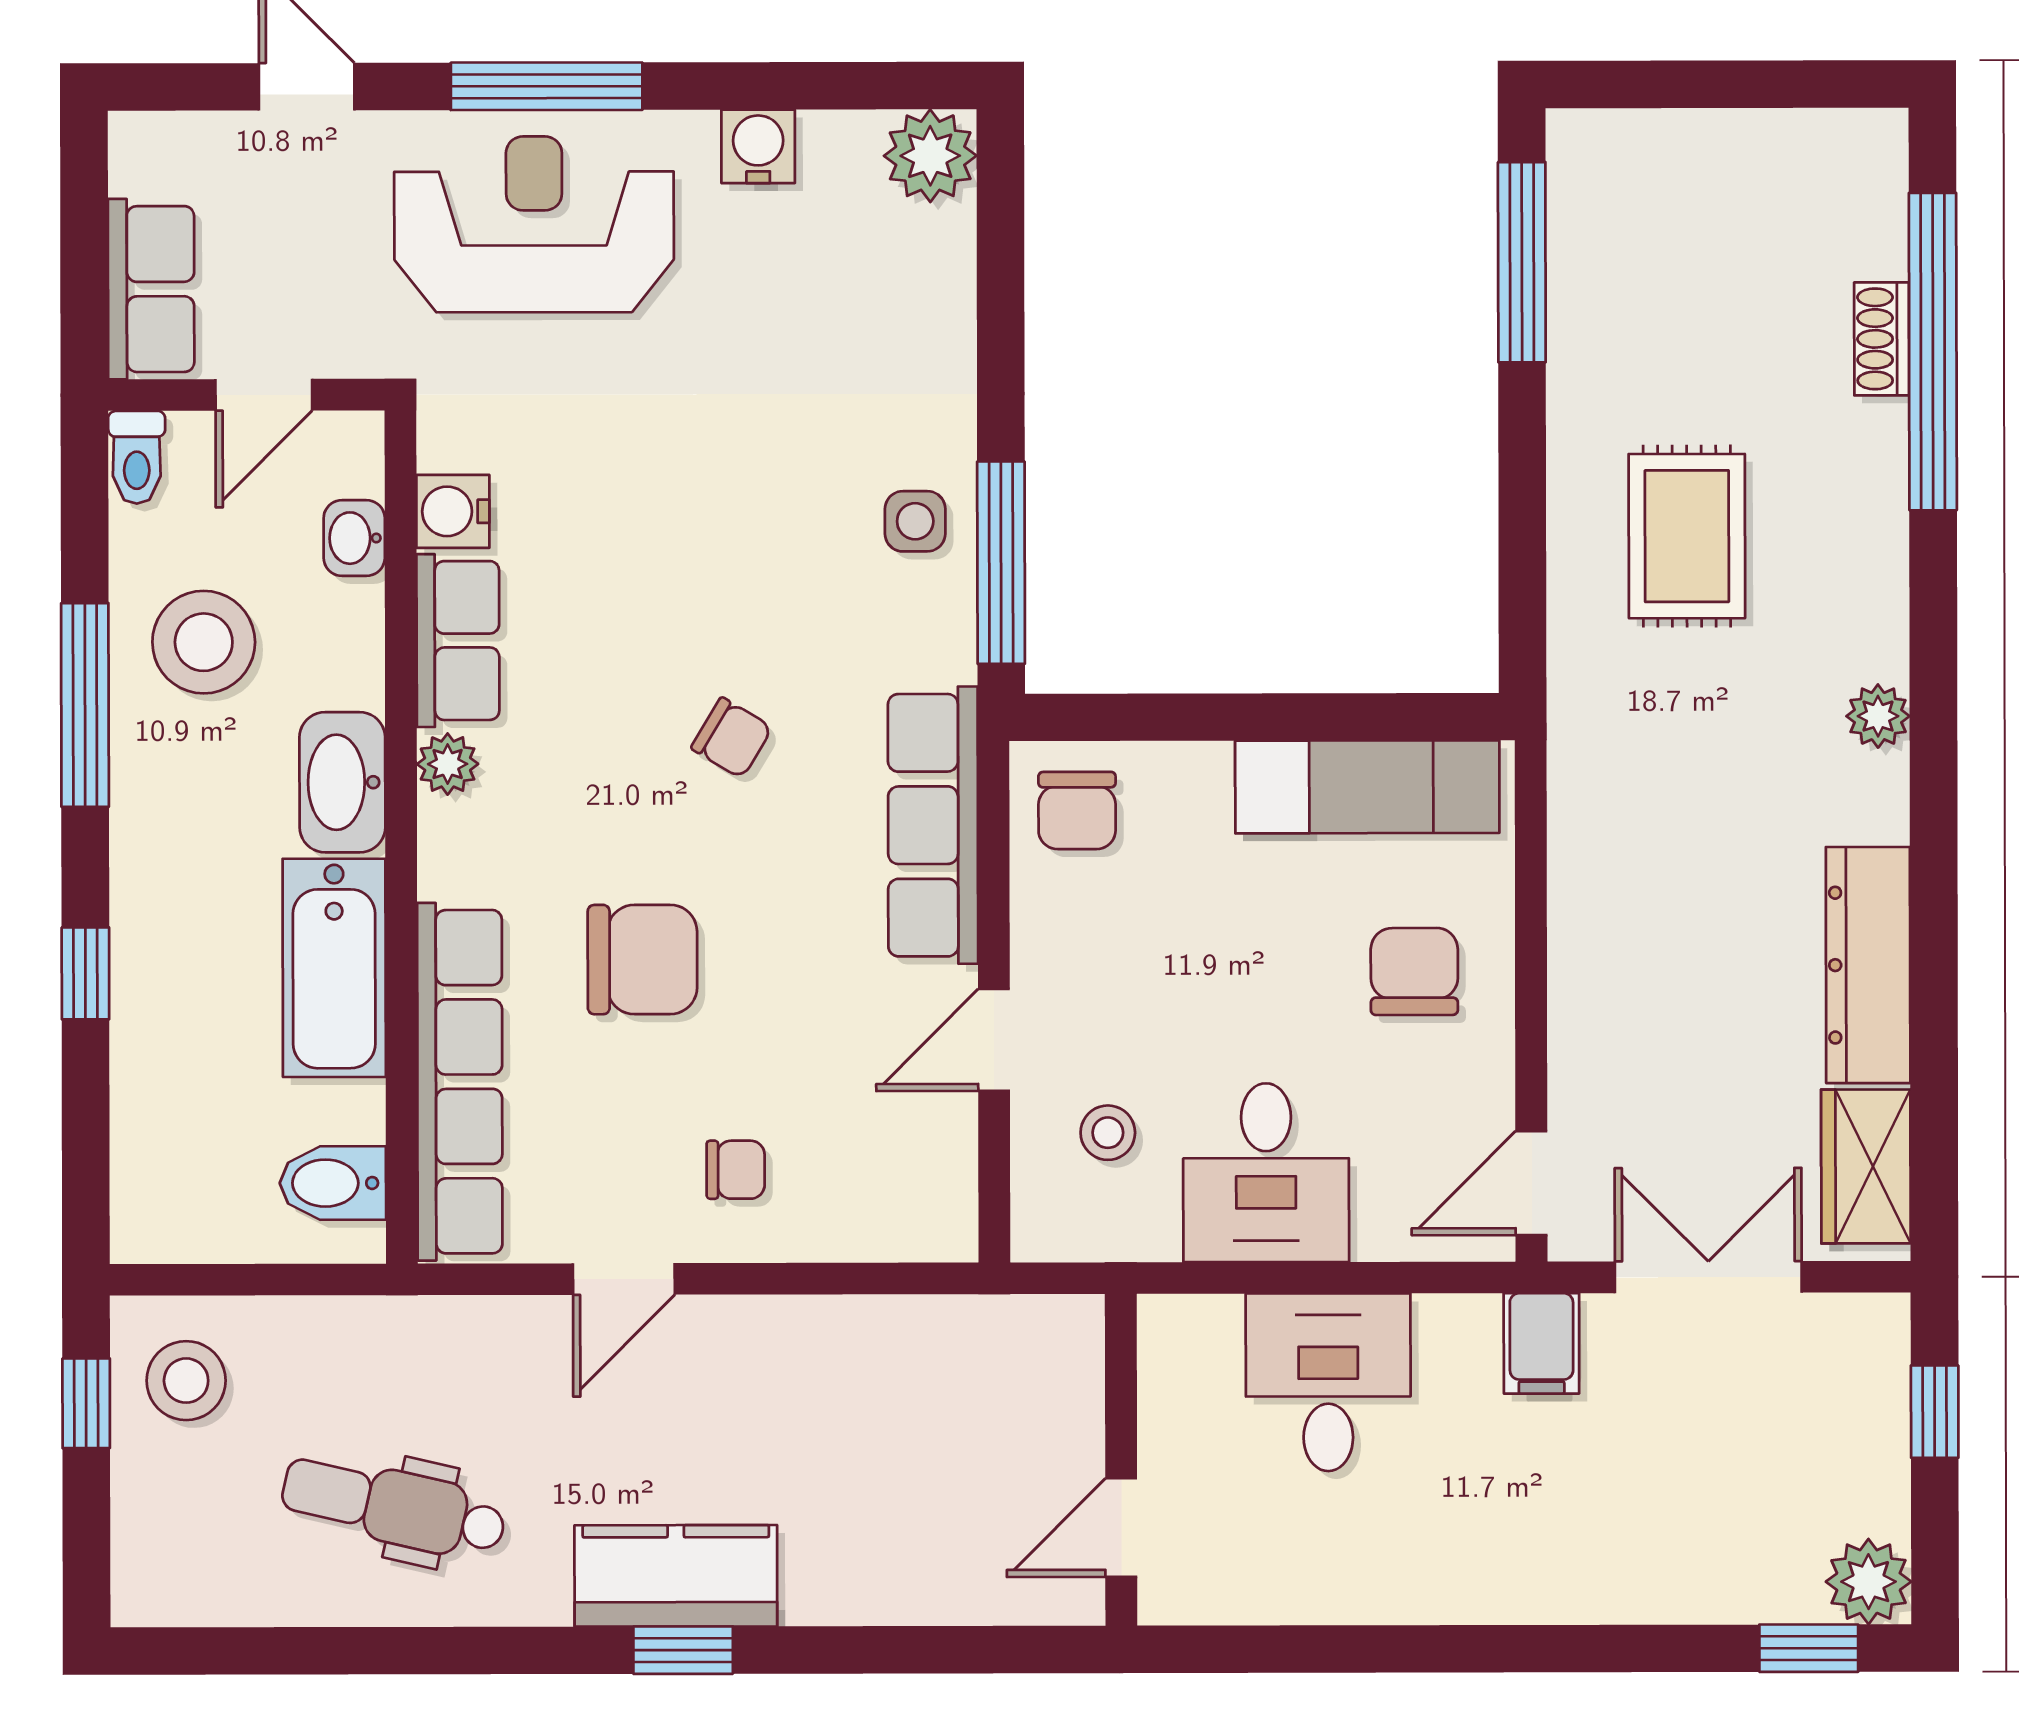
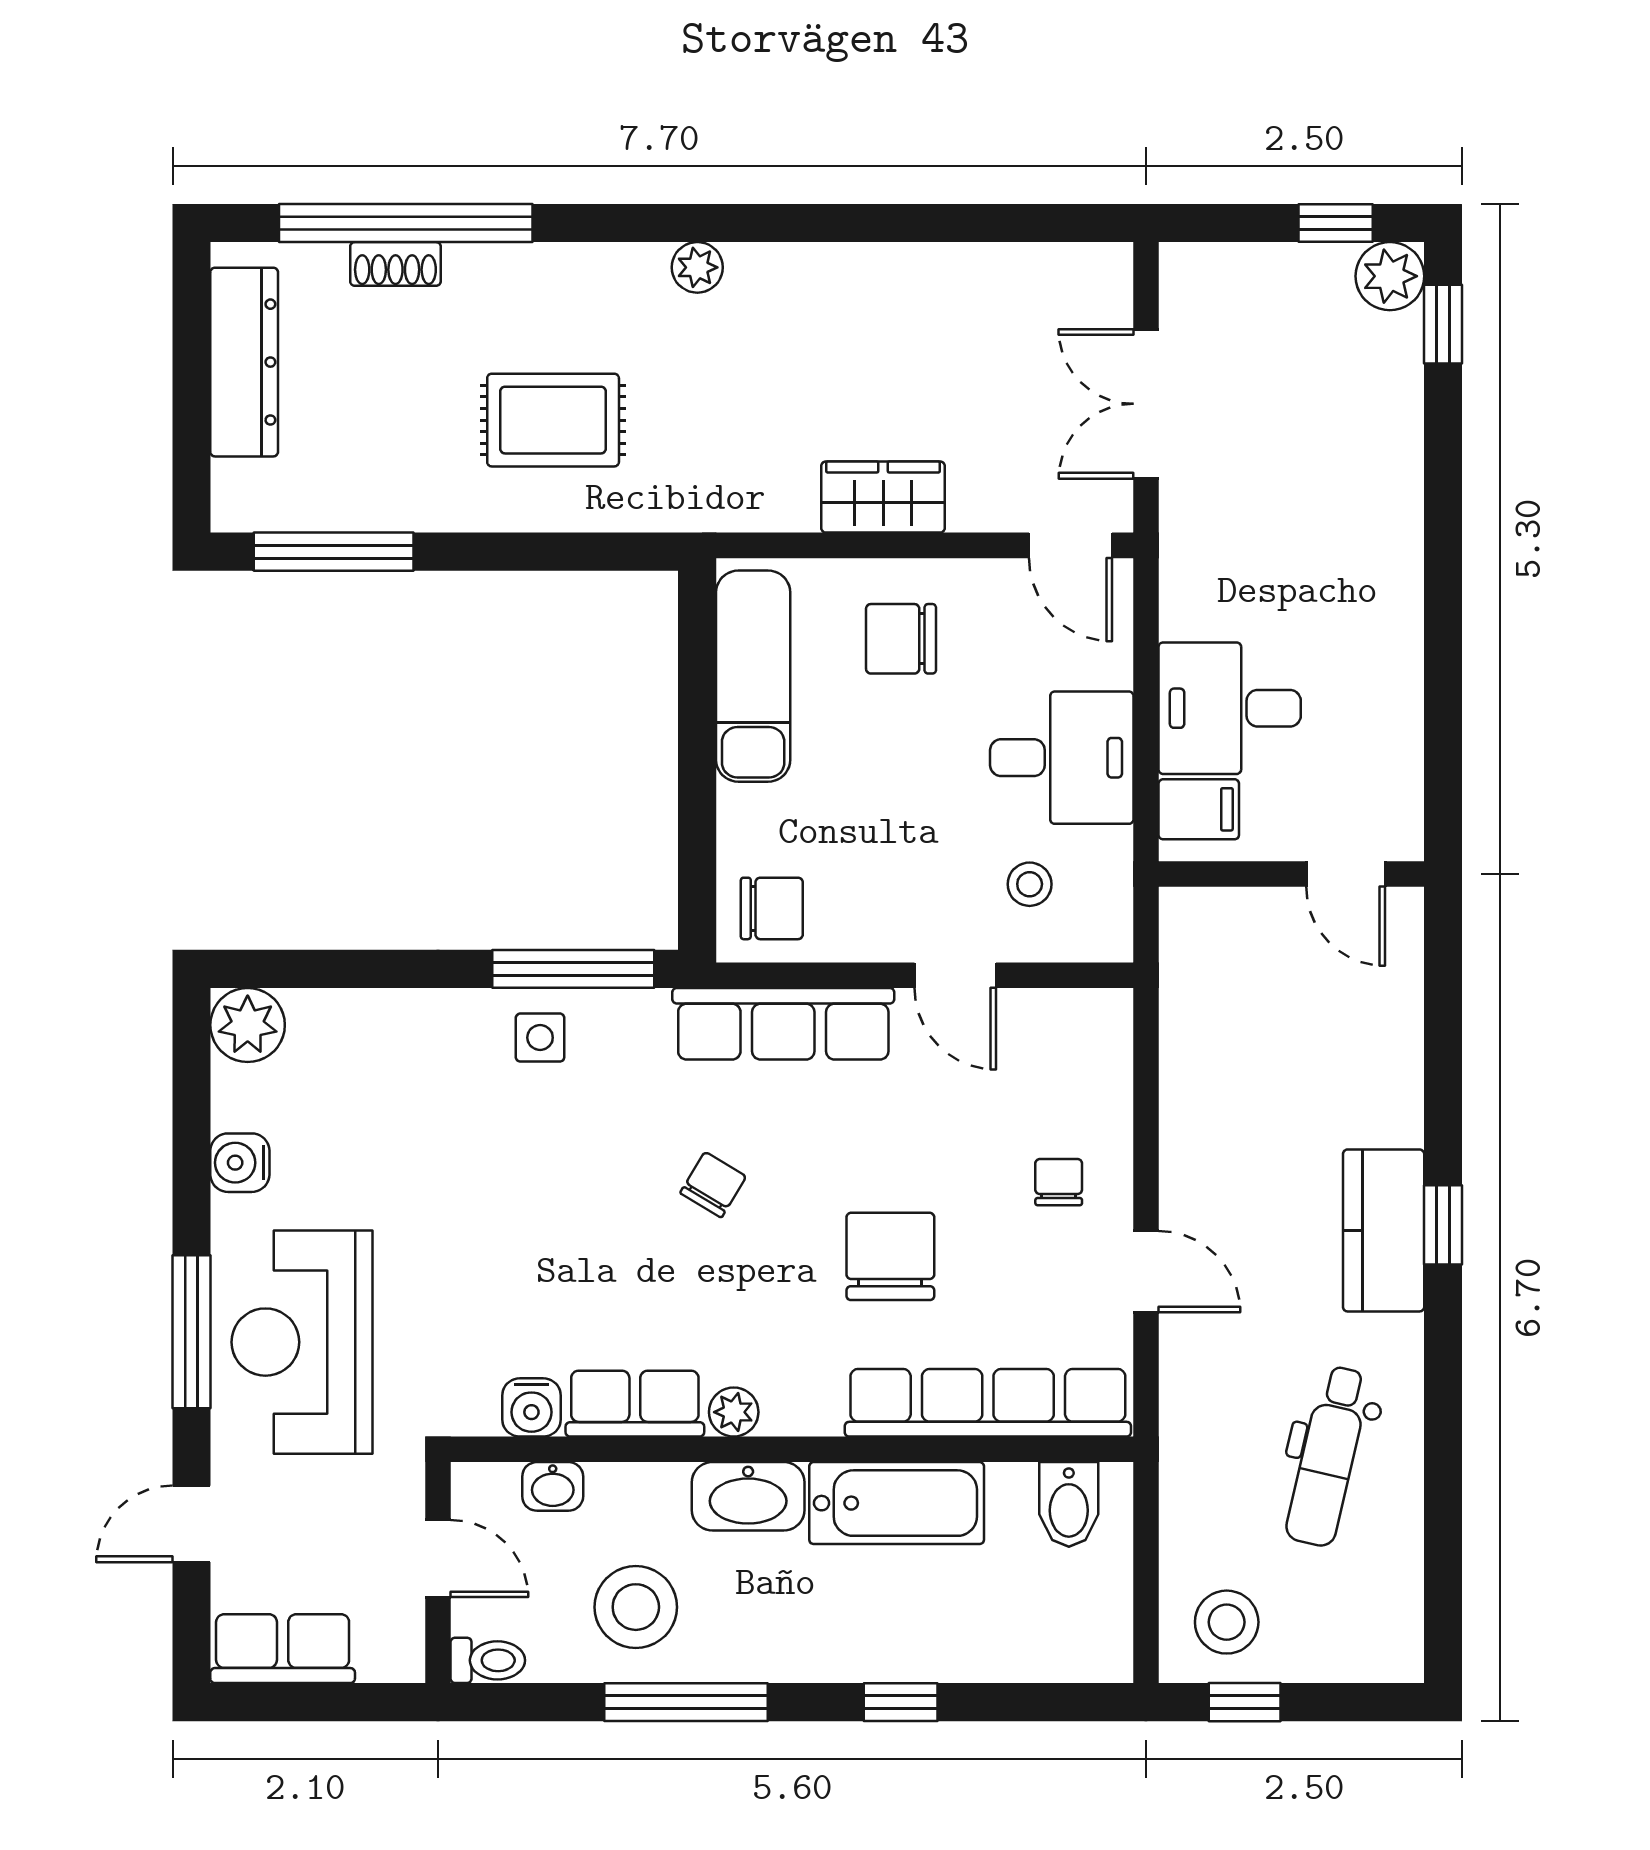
row of seats: (151, 289) -> (283, 1649), moved
dresser: (1868, 965) -> (244, 362), moved, turned -90
wardrobe: (1866, 1166) -> (883, 497), moved, turned 180
filing cabinet: (1541, 1343) -> (1199, 809), moved
window: (1935, 1412) -> (1336, 223), moved

